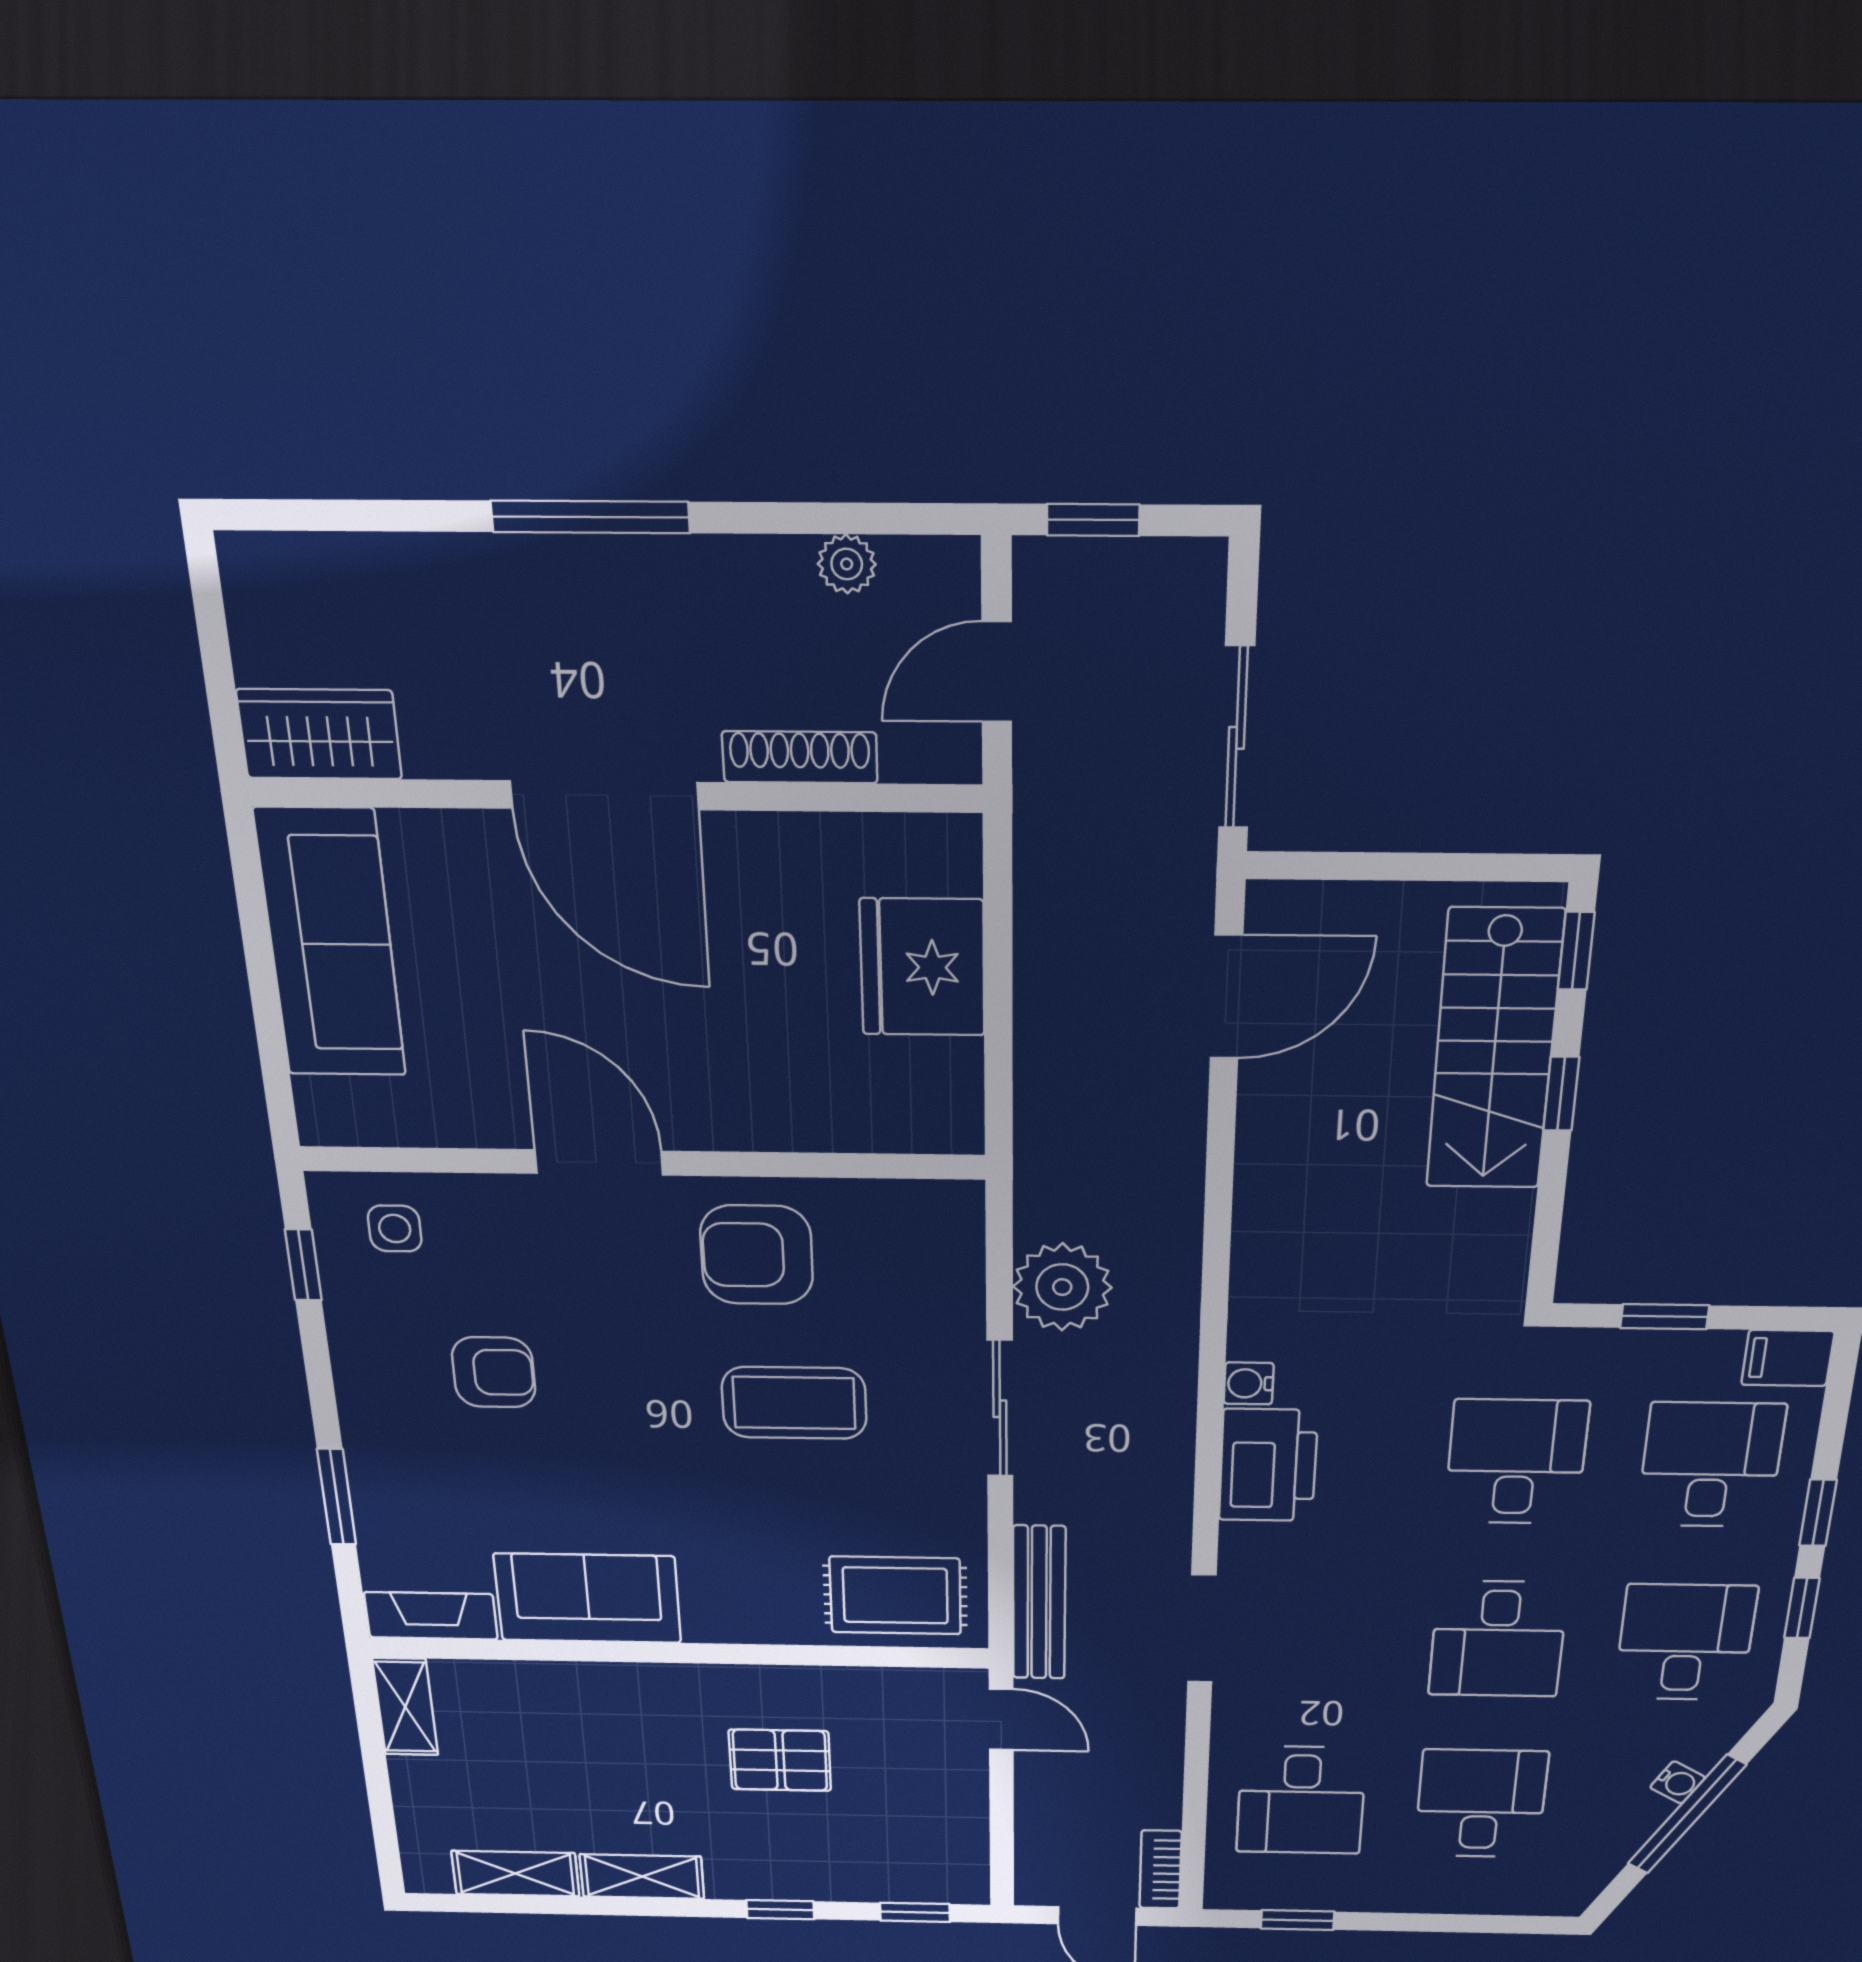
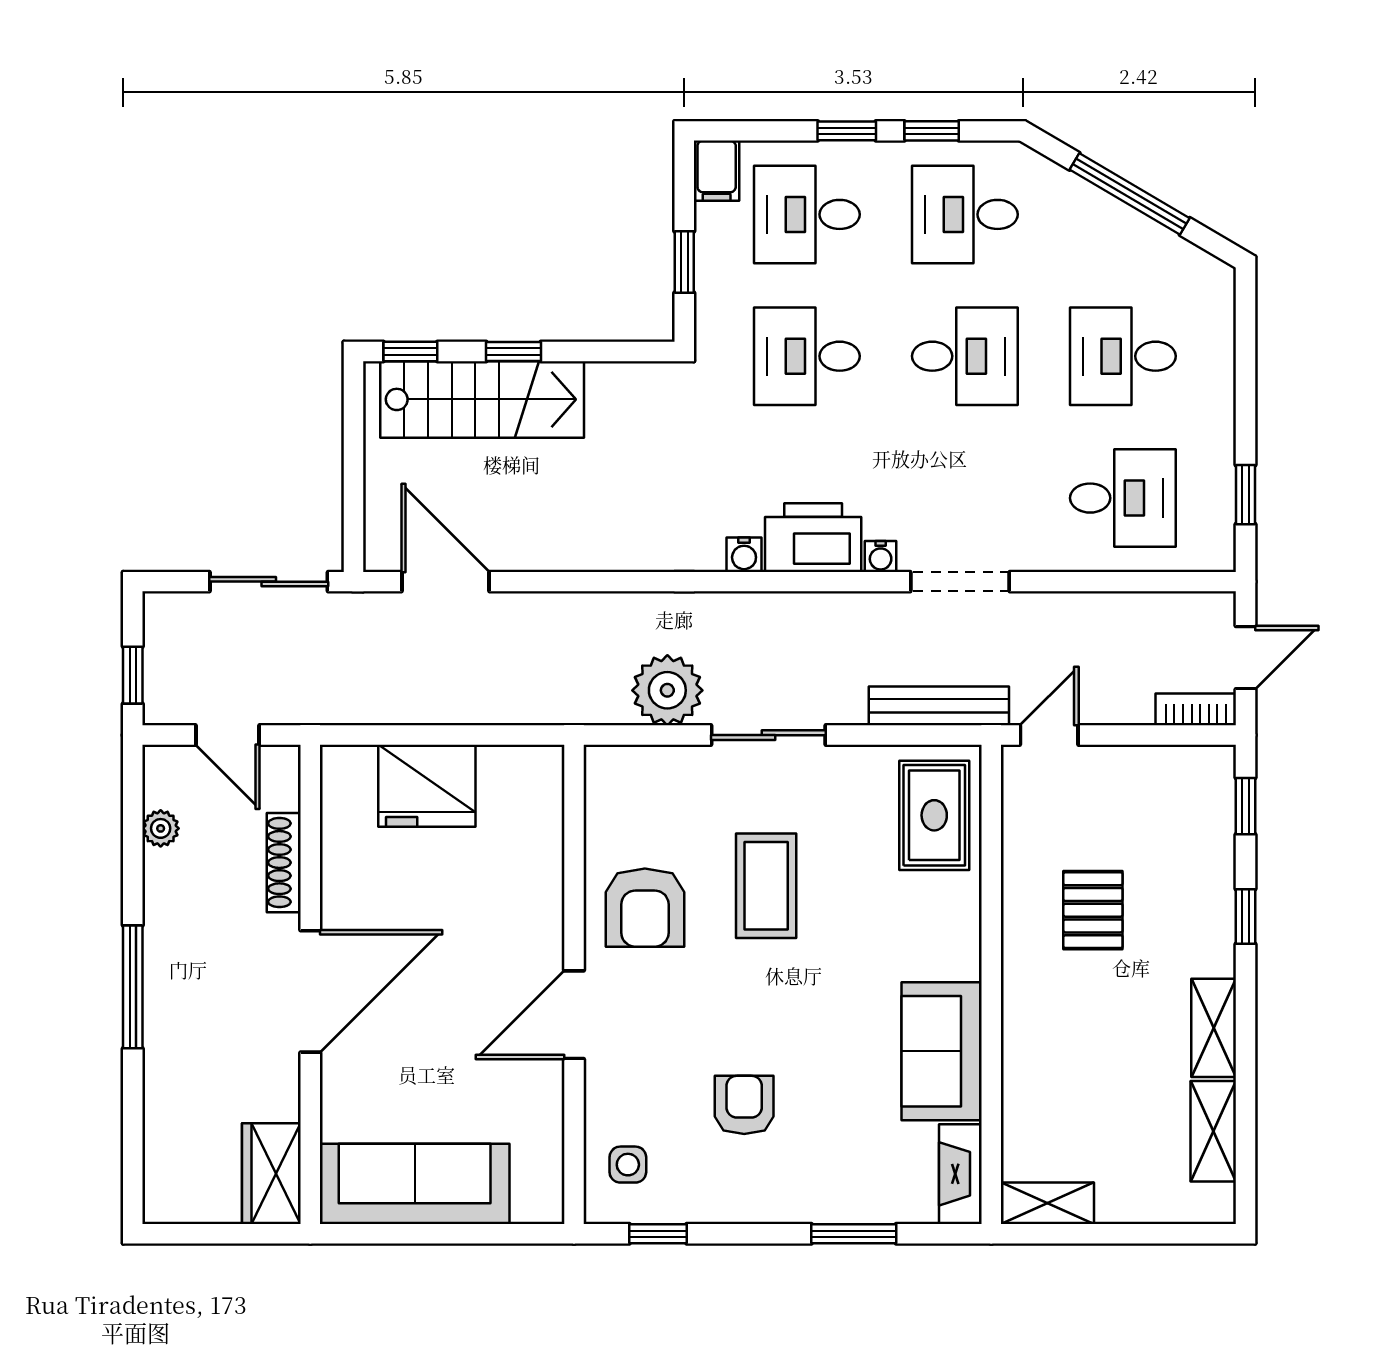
water cooler: (1678, 1782) -> (881, 556), moved, turned 150
bookcase: (1161, 1870) -> (1196, 709), moved, turned 180

